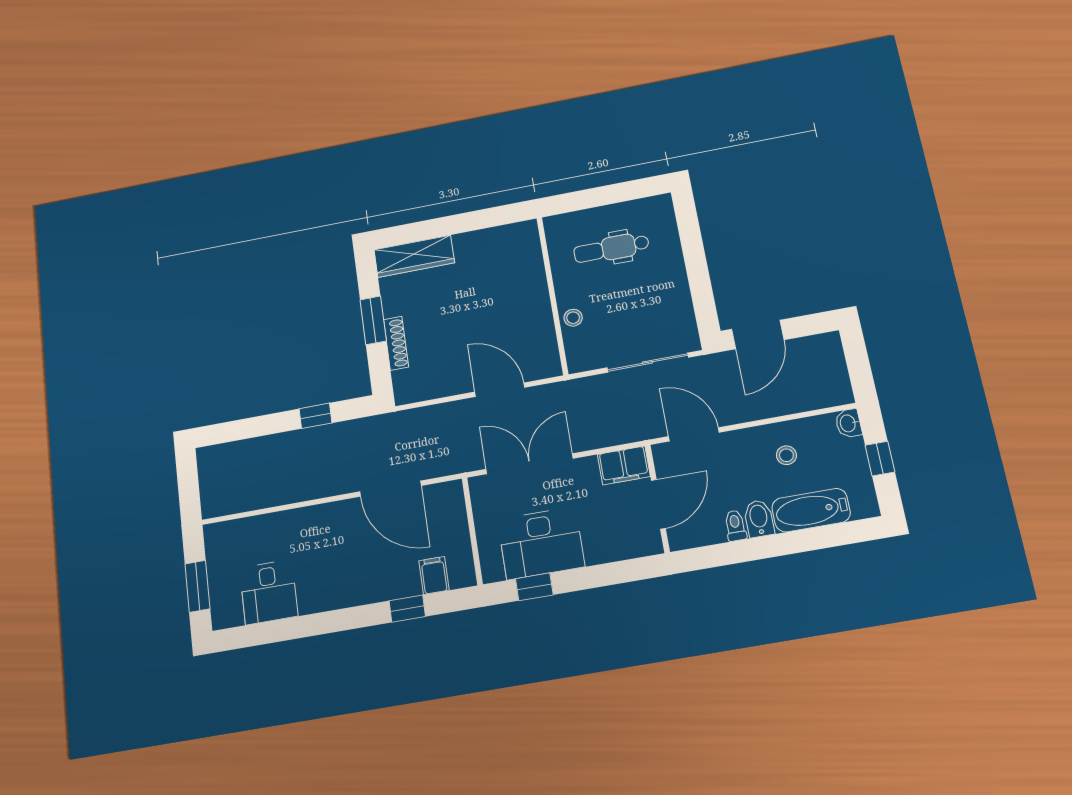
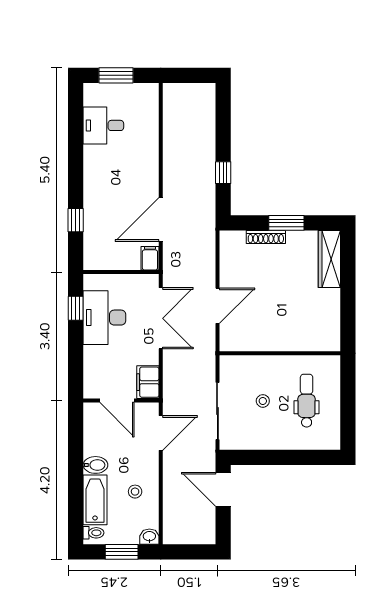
stool: (573, 318) -> (263, 401), moved
window: (880, 459) -> (122, 552), width x1.50
toilet: (735, 526) -> (93, 533), moved
filing cabinet: (434, 575) -> (150, 258), moved, turned -90

